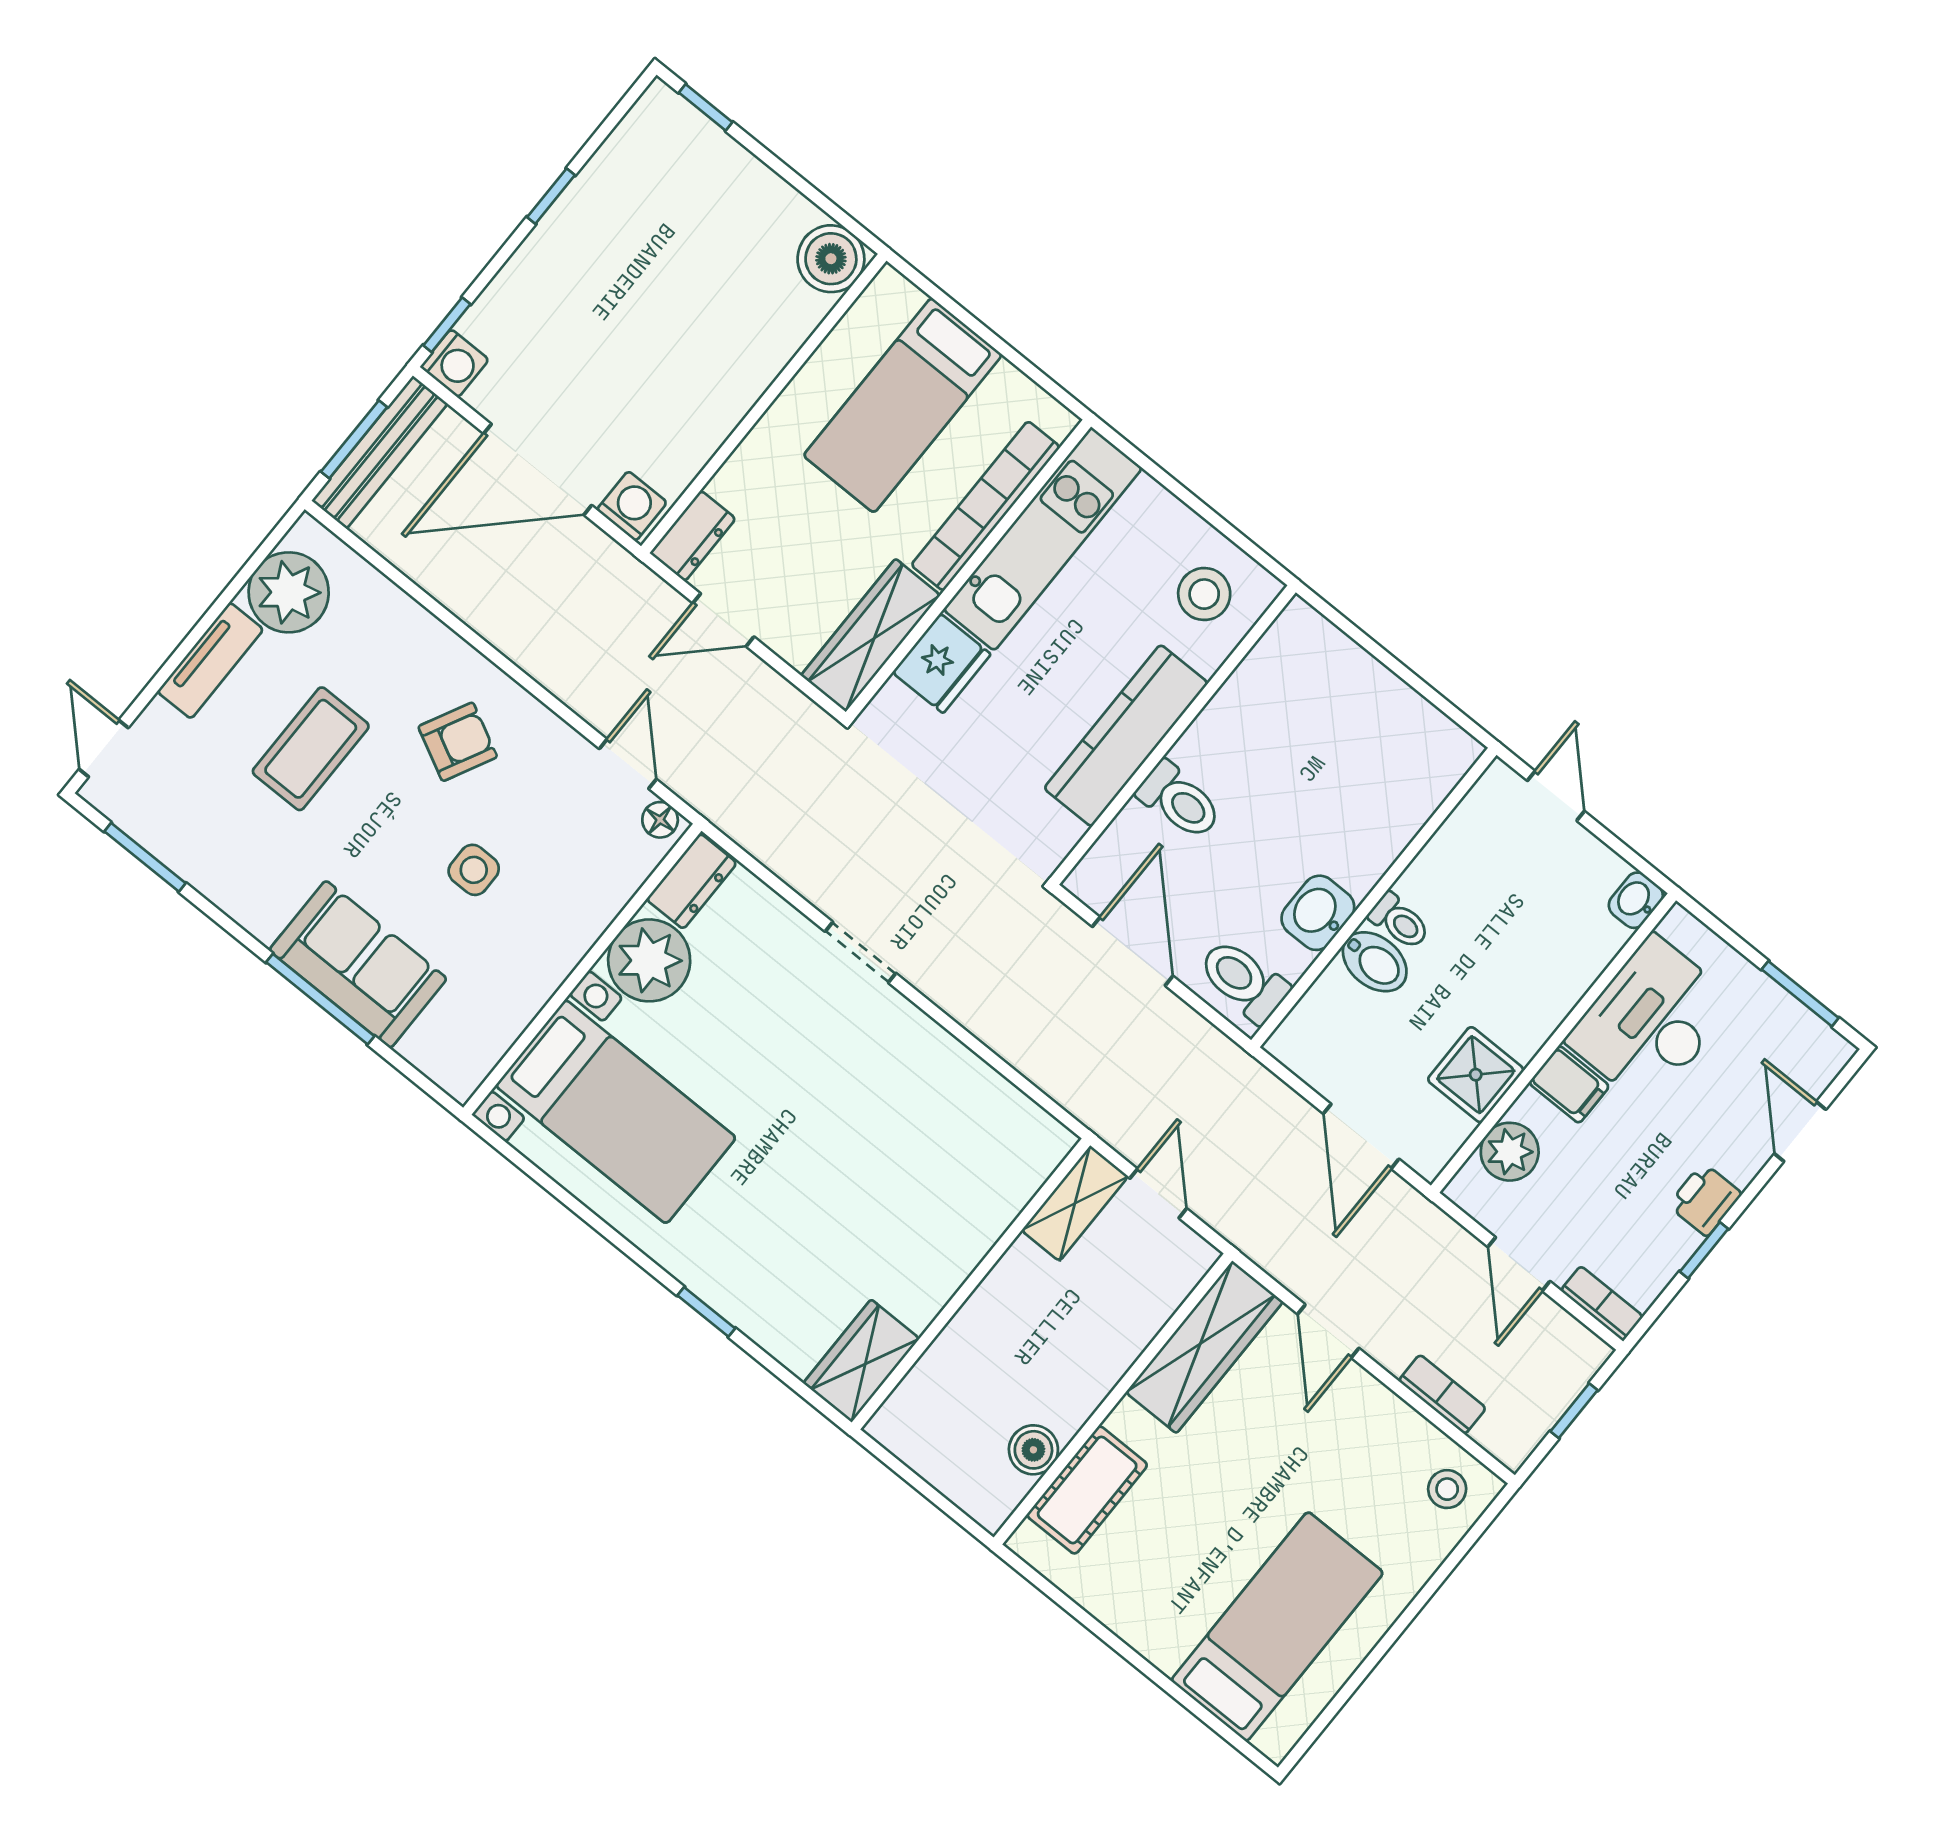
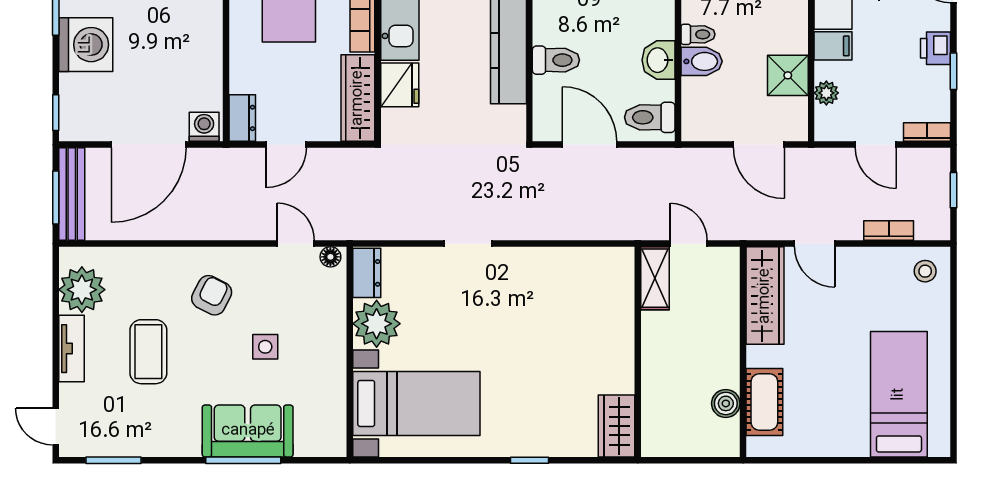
washing machine: (454, 363) -> (86, 45), moved, width x1.89, depth x1.89
plant: (1510, 1152) -> (826, 93), width x0.73, depth x0.73

